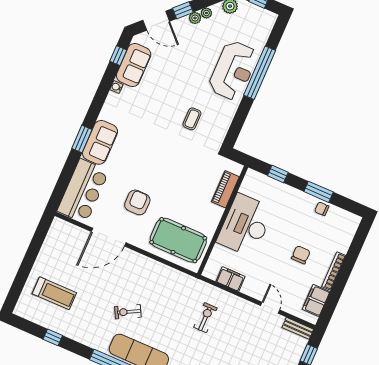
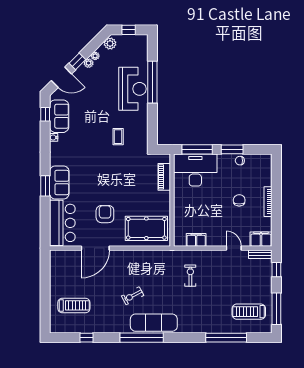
window: (278, 174) -> (197, 149), width x2.17
desk: (245, 225) -> (195, 170), moved, turned 90
filing cabinet: (316, 300) -> (261, 239), moved, turned 90

